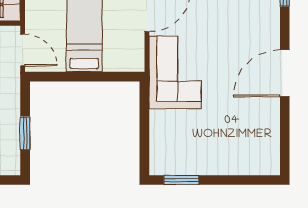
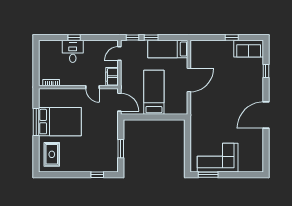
corner sofa: (175, 72) -> (218, 158), moved, turned -90

